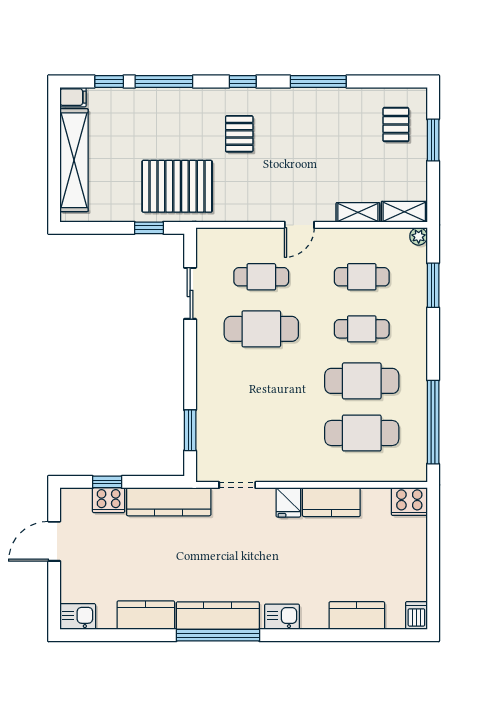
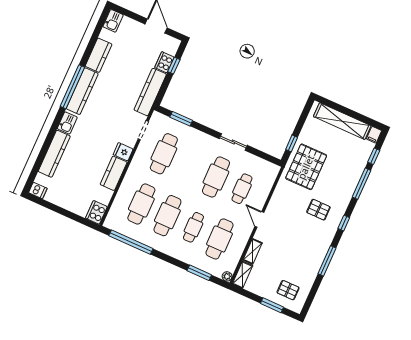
cafe table: (362, 277) -> (220, 239), width x1.37, depth x1.35
sliding door: (190, 293) -> (233, 142), moved
cafe table: (261, 433) -> (164, 154), added
kitchen counter: (357, 616) -> (54, 154), width x1.50

